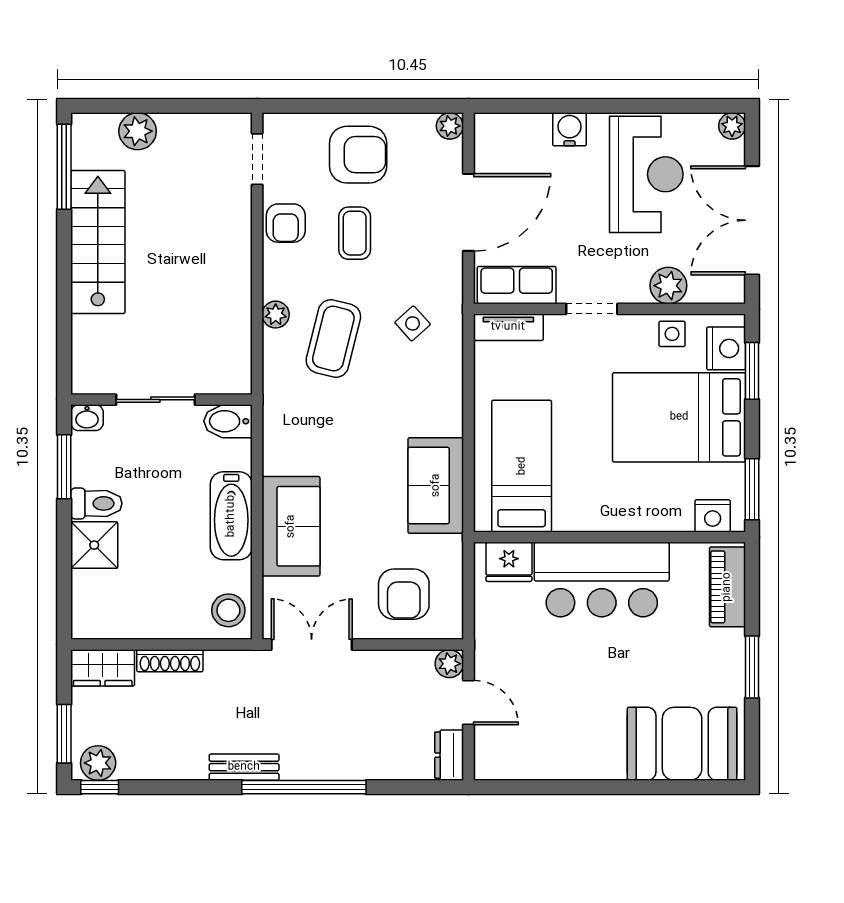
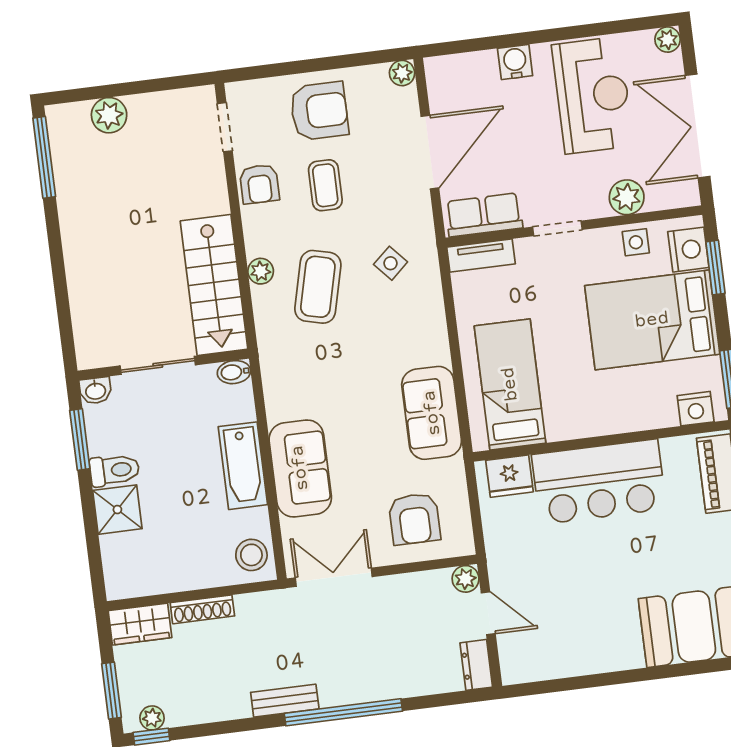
stairs: (98, 242) -> (214, 285), moved, turned 180
bidet: (228, 421) -> (234, 372), width x0.72, depth x0.74
plant: (98, 763) -> (152, 718), width x0.73, depth x0.73

